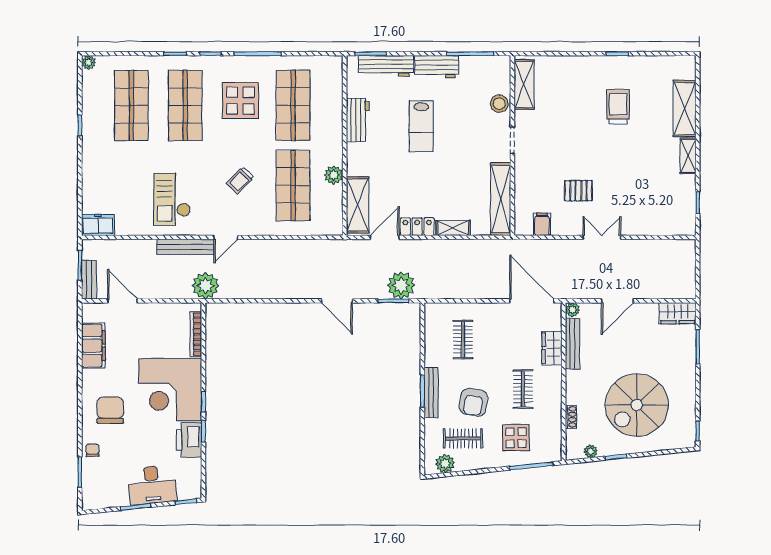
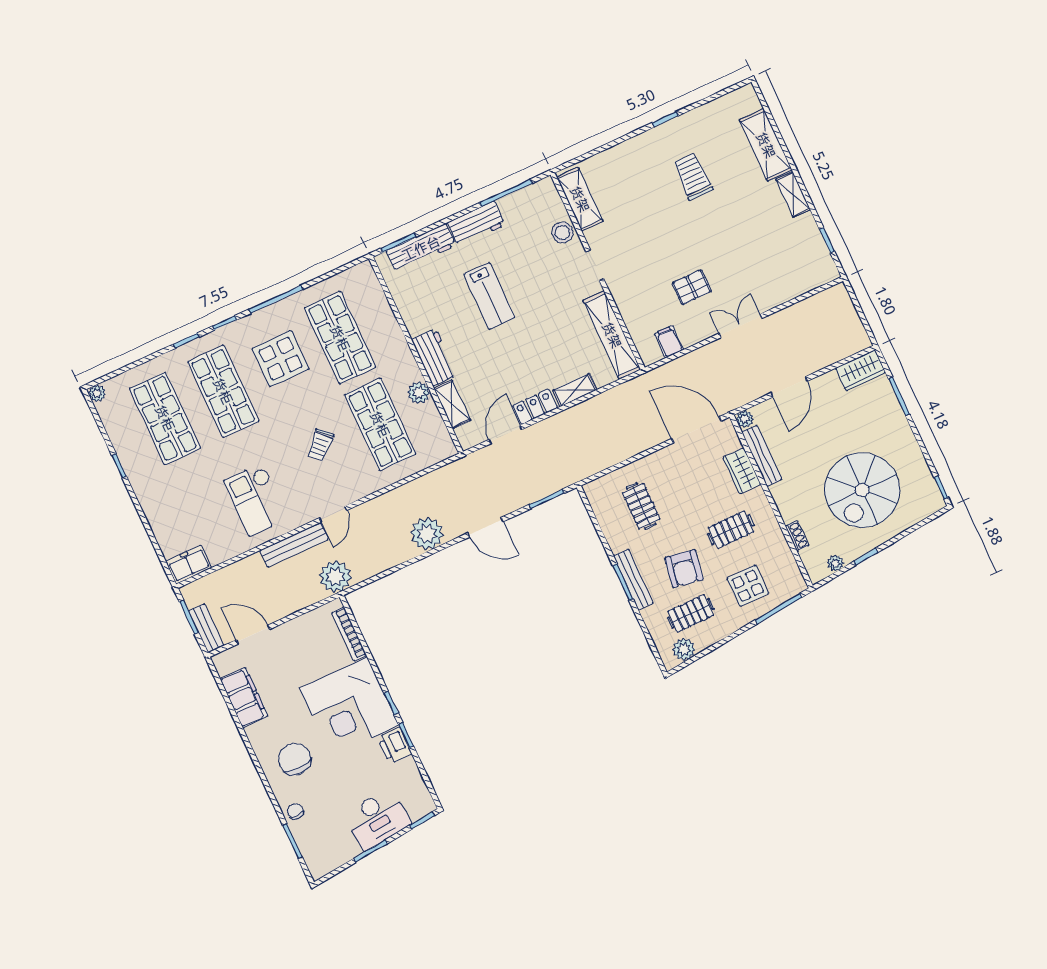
workbench: (358, 120) -> (434, 357), moved
shelving: (358, 205) -> (452, 404), width x0.67, depth x0.75
plant: (401, 285) -> (427, 534), moved
clothes rail: (523, 389) -> (731, 530), turned 90
printer: (189, 440) -> (395, 746), width x0.73, depth x0.84

